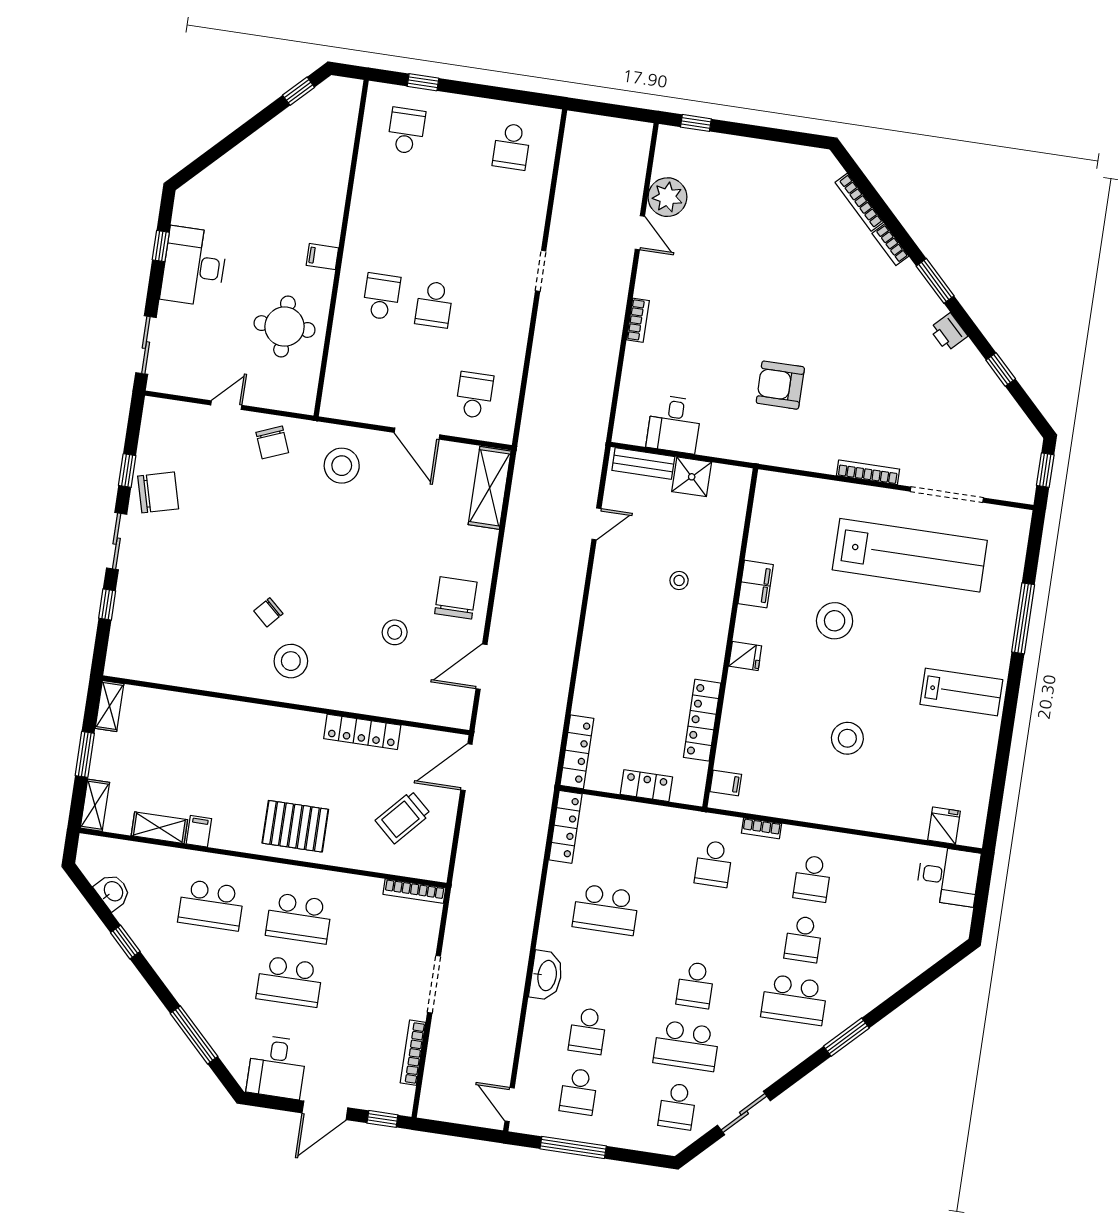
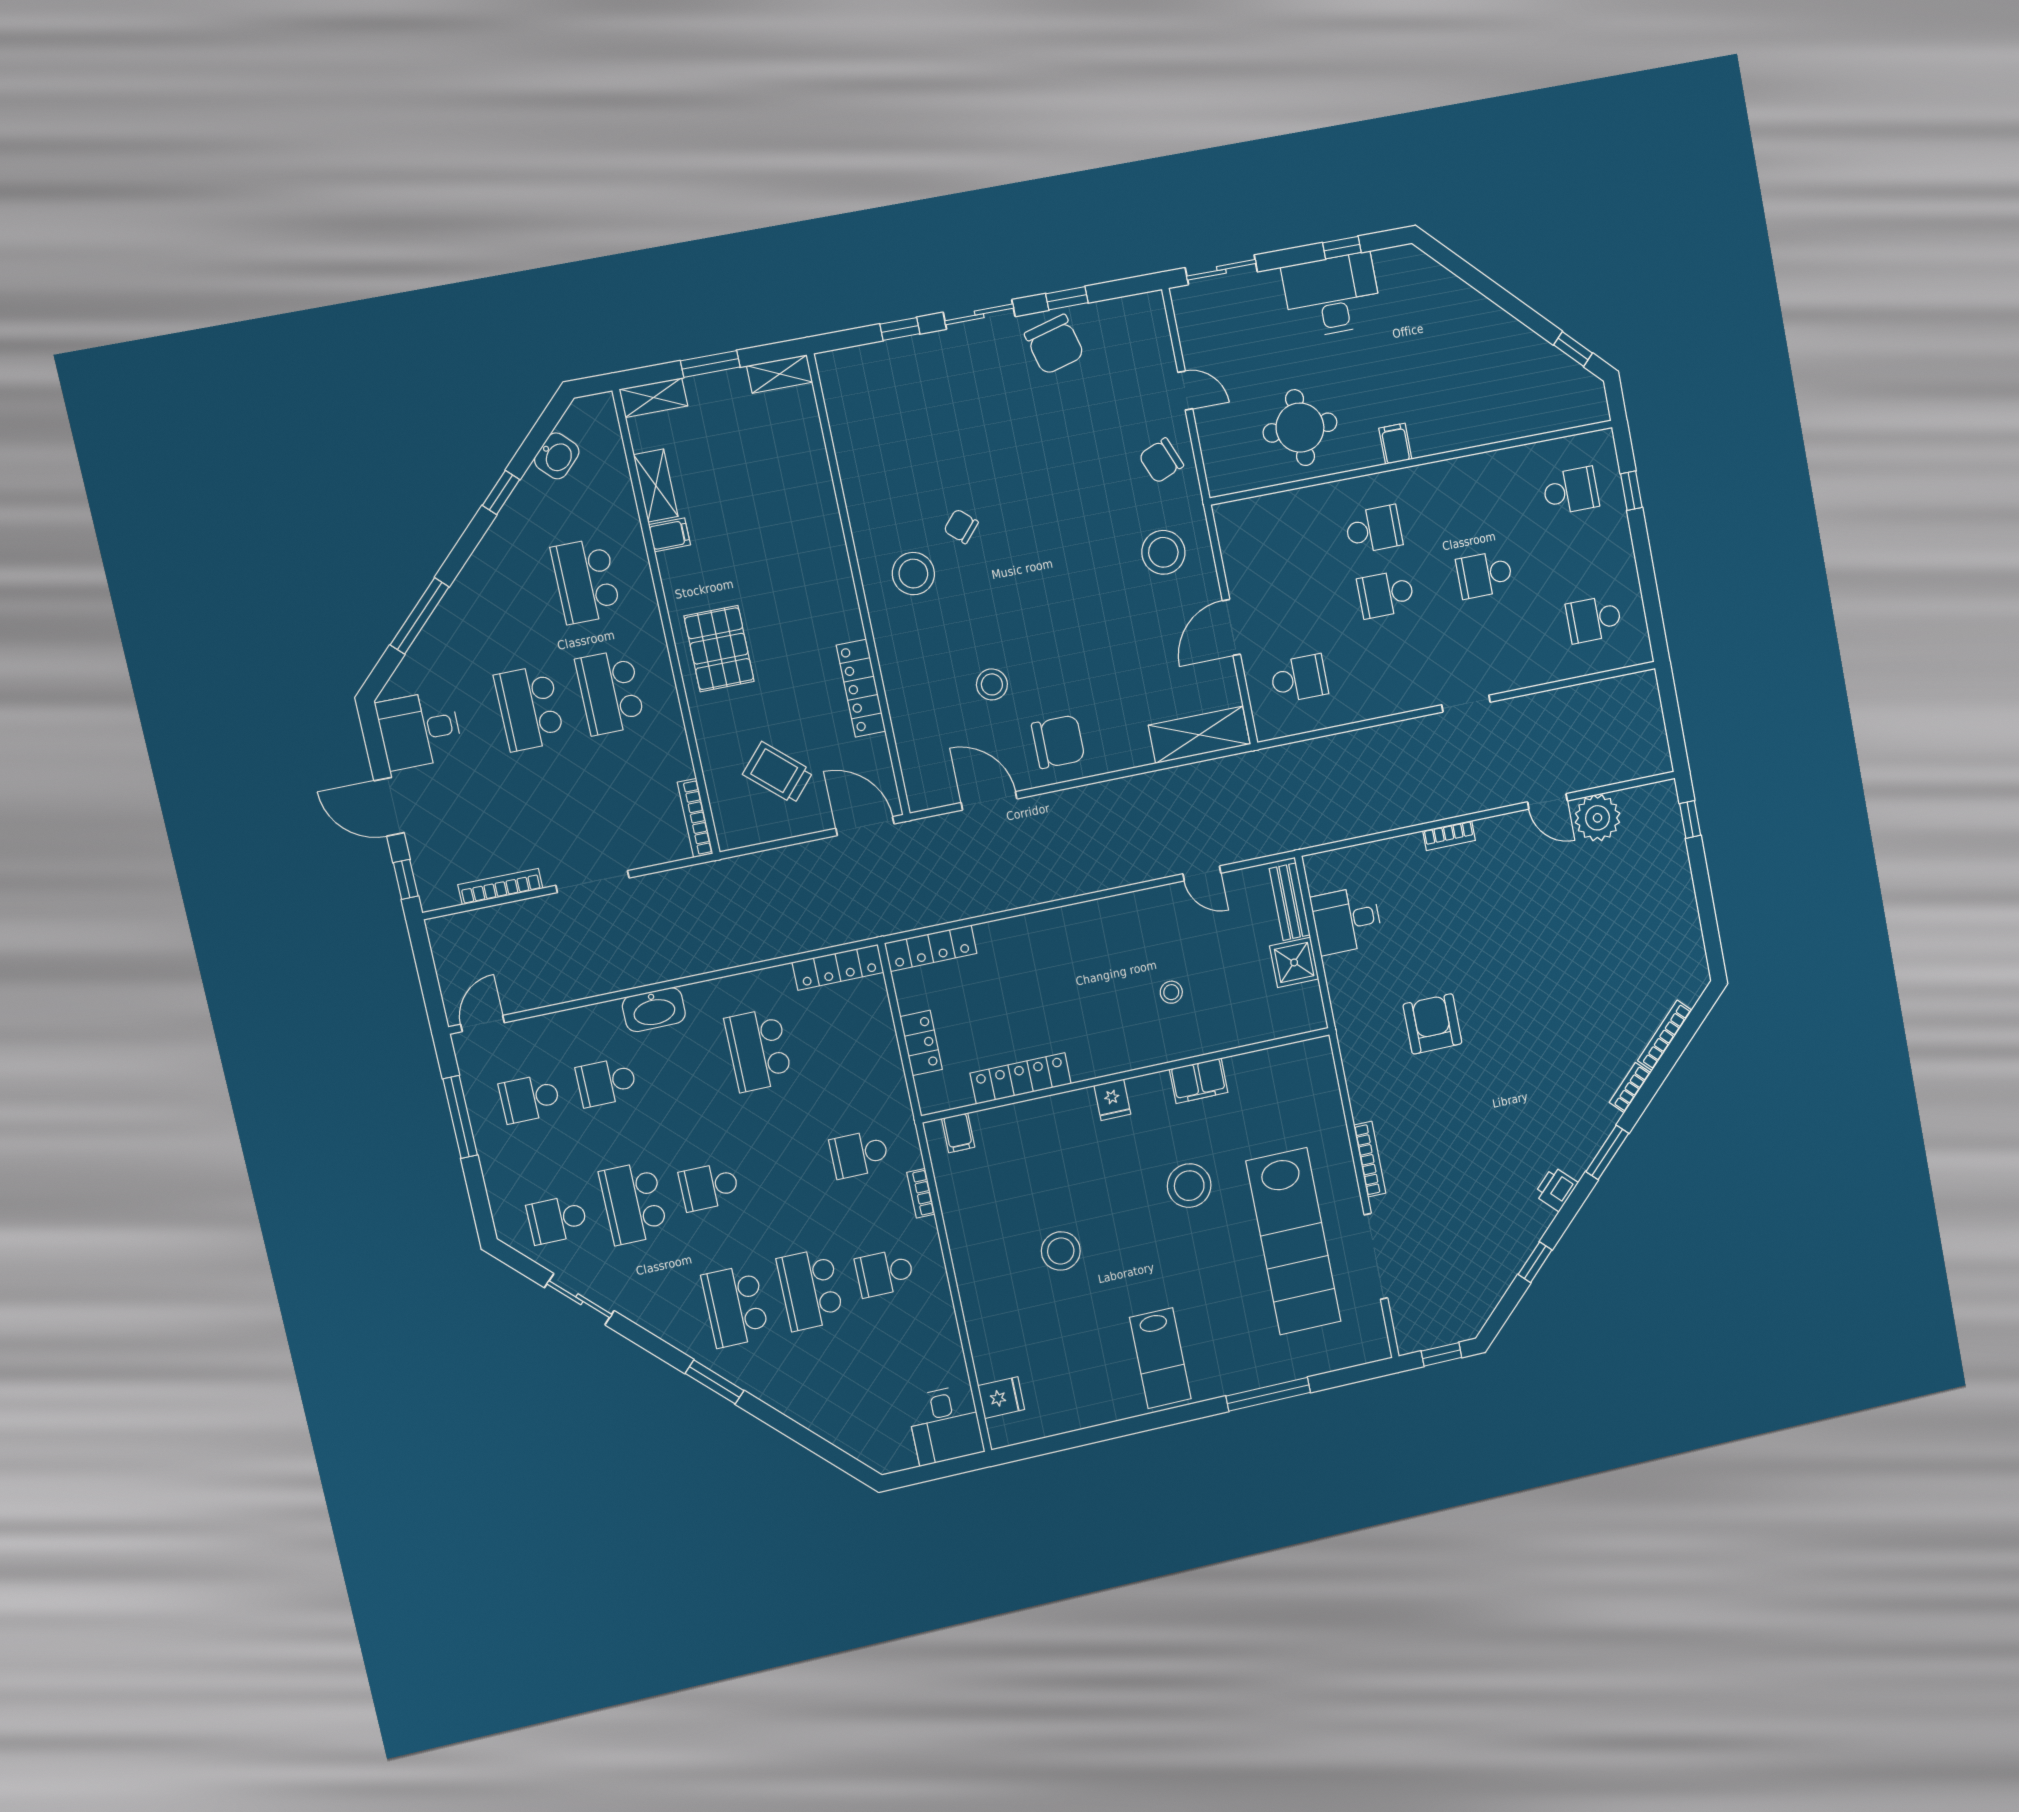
school desk: (447, 221) -> (1485, 575), added
door: (640, 233) -> (1547, 801), hinge flipped
school desk: (803, 939) -> (810, 1289), width x1.85

